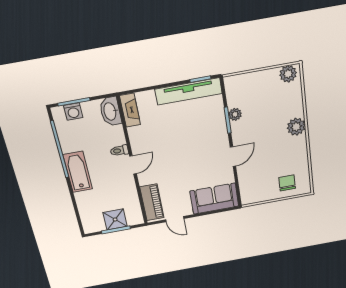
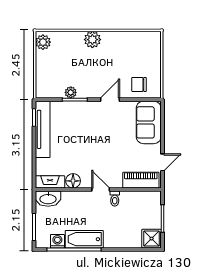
washing machine: (73, 112) -> (57, 241), moved, turned -90
floor lamp: (137, 135) -> (73, 181), added
toilet: (119, 151) -> (115, 199), moved
door: (233, 157) -> (110, 100), hinge flipped
bathtub: (78, 172) -> (84, 239), moved
chair: (287, 183) -> (139, 84), moved
shower: (115, 219) -> (152, 239), moved

